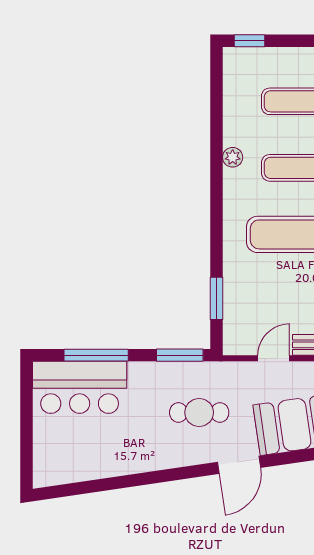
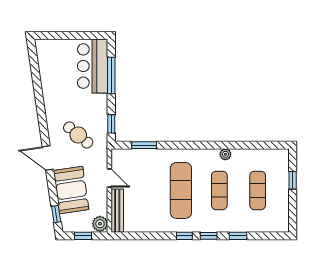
window: (249, 41) -> (293, 180), moved
window: (180, 355) -> (111, 124), width x0.67
cafe table: (199, 412) -> (78, 135), turned -50

